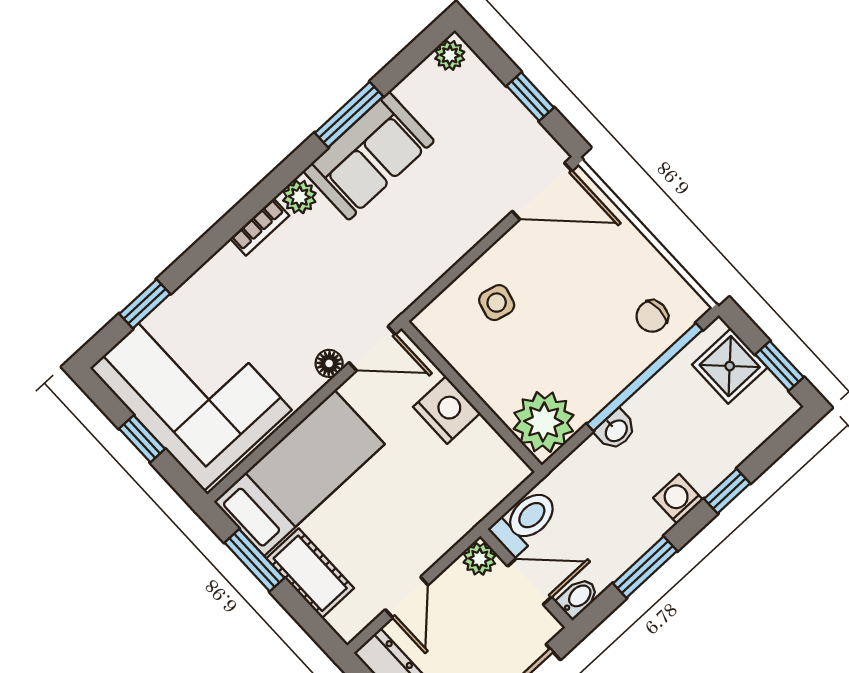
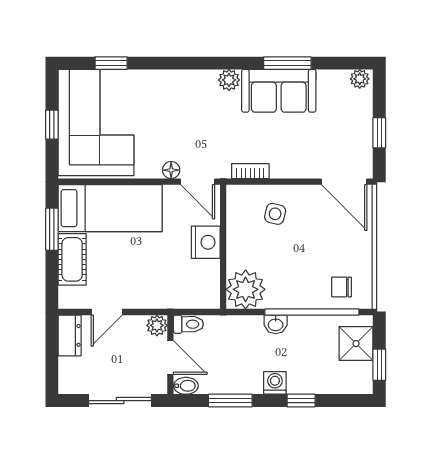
bookcase: (260, 227) -> (250, 171), moved, turned 180
toilet: (525, 521) -> (188, 324), width x0.73, depth x0.72

